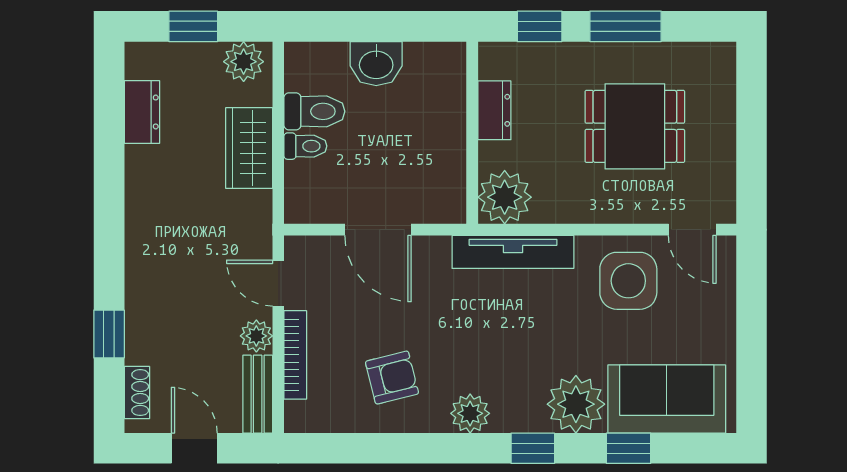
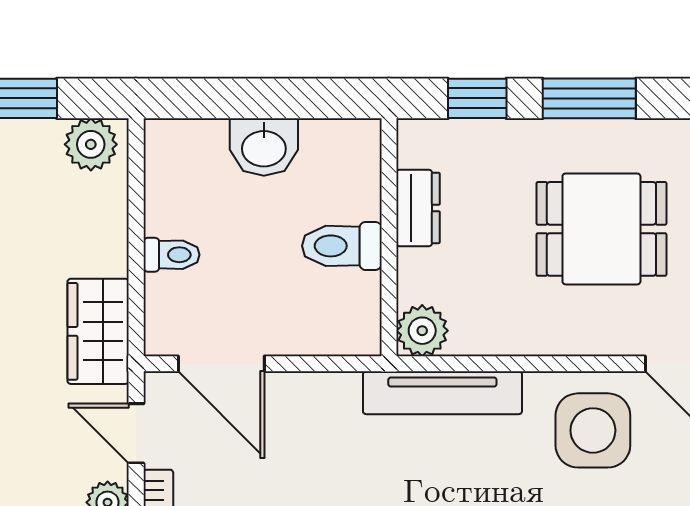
toilet: (314, 111) -> (342, 246), moved, turned 180
wardrobe: (249, 148) -> (98, 331), moved
plant: (505, 197) -> (422, 331), width x0.73, depth x0.73
door: (378, 230) -> (221, 364), moved

